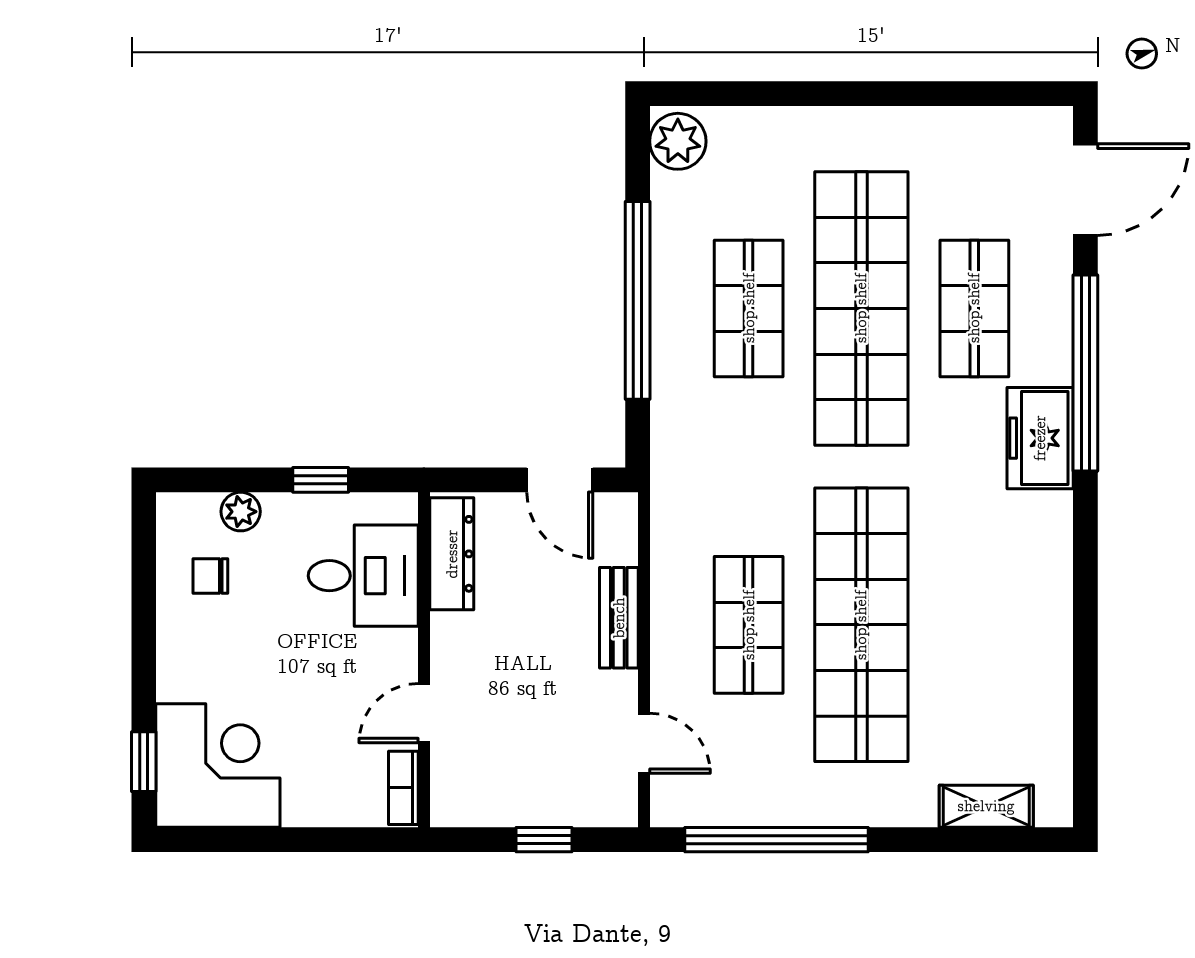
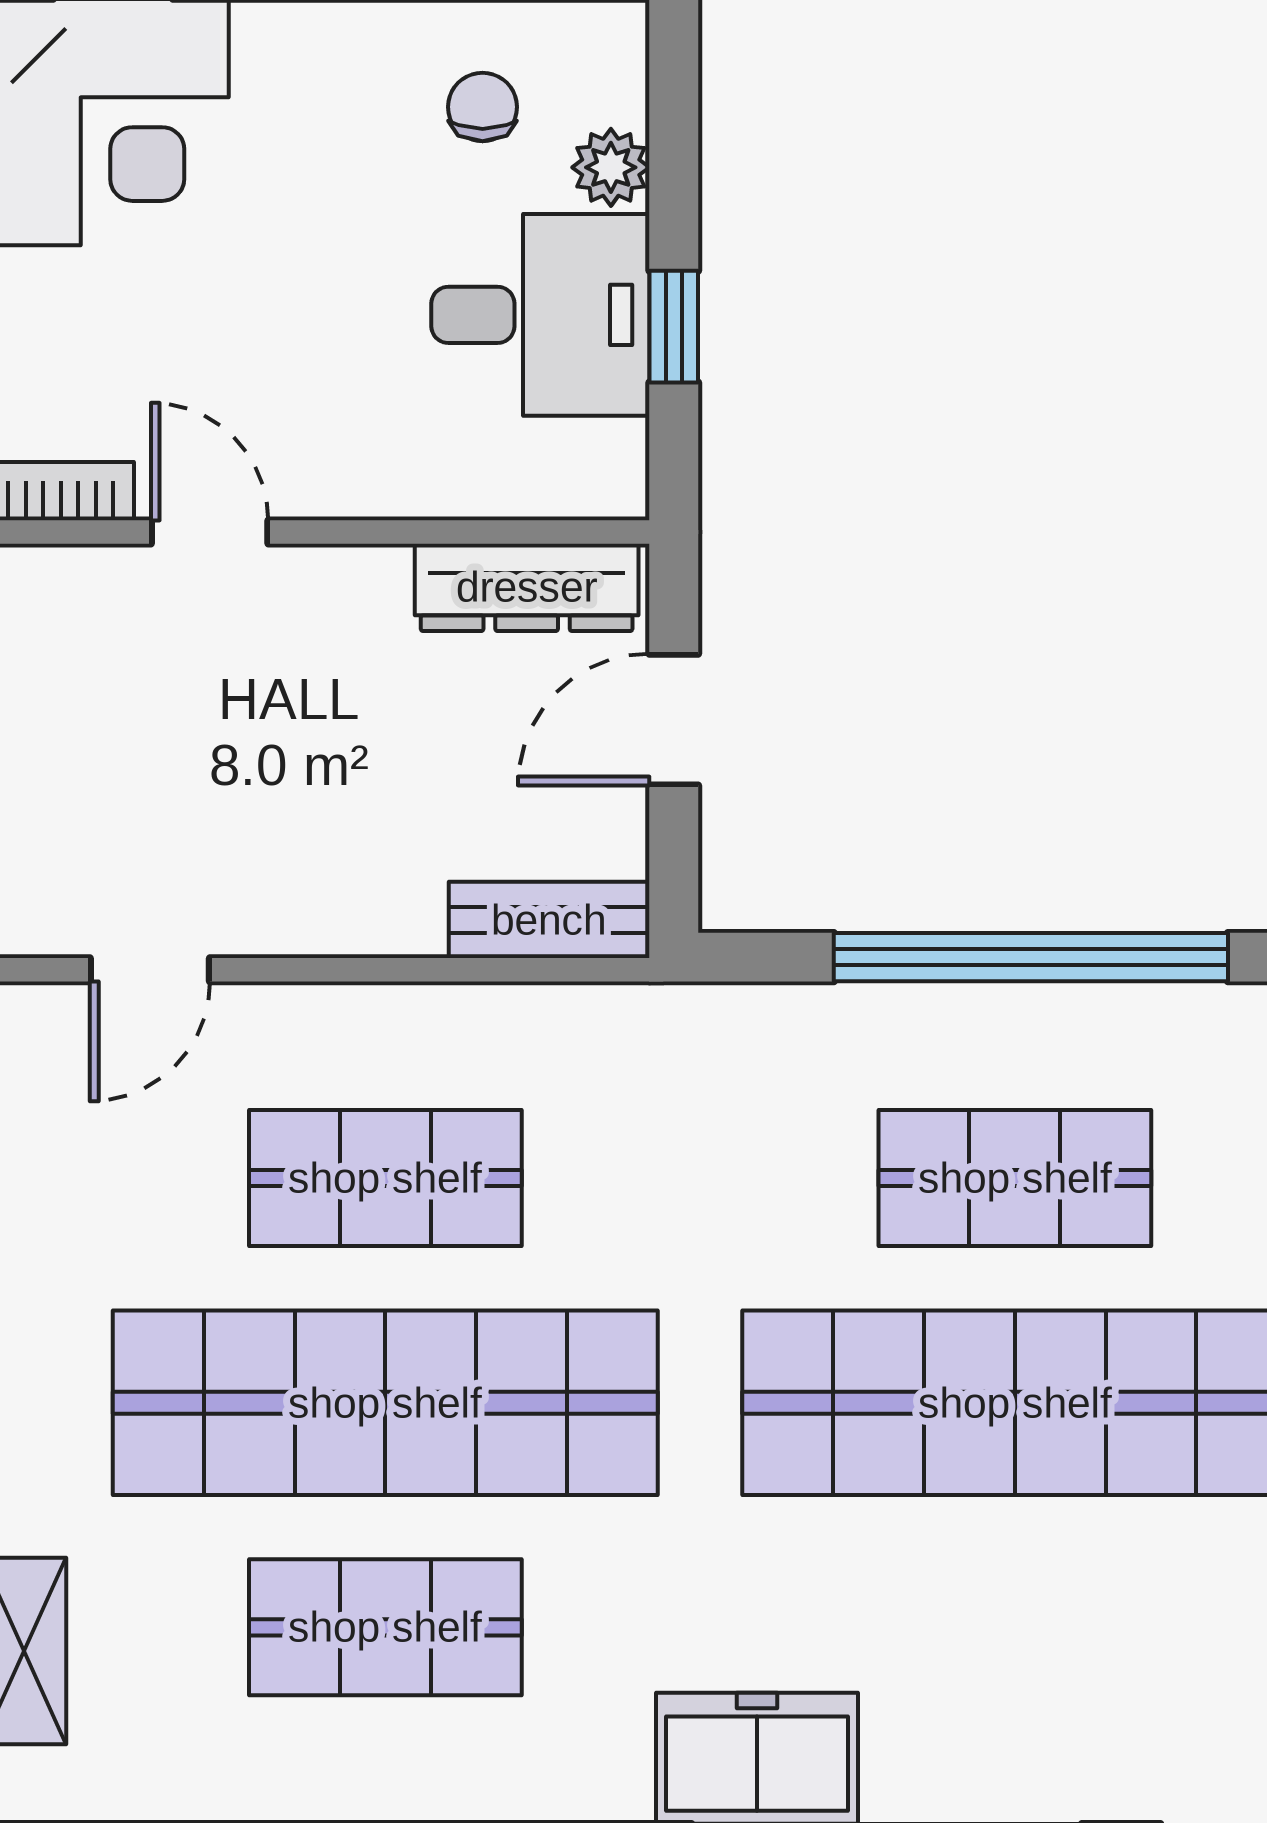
shop shelf: (974, 308) -> (385, 1627), moved
door: (560, 480) -> (674, 720), moved
desk: (363, 576) -> (540, 315), moved, turned -90
bench: (619, 618) -> (549, 920), moved

